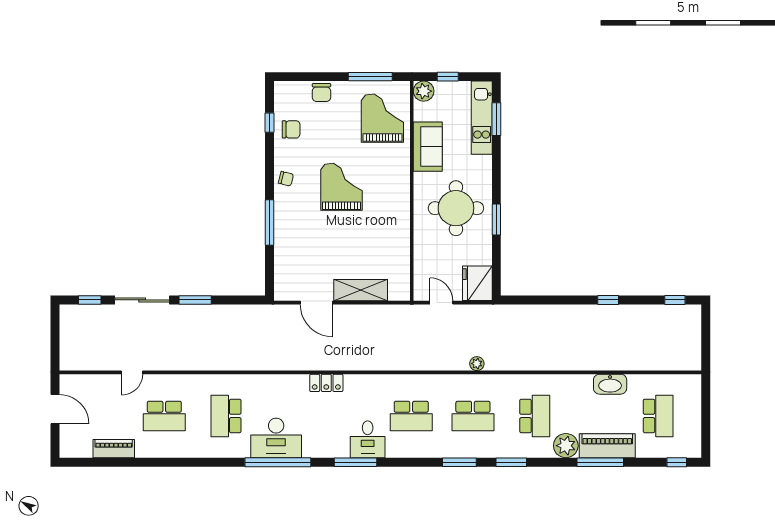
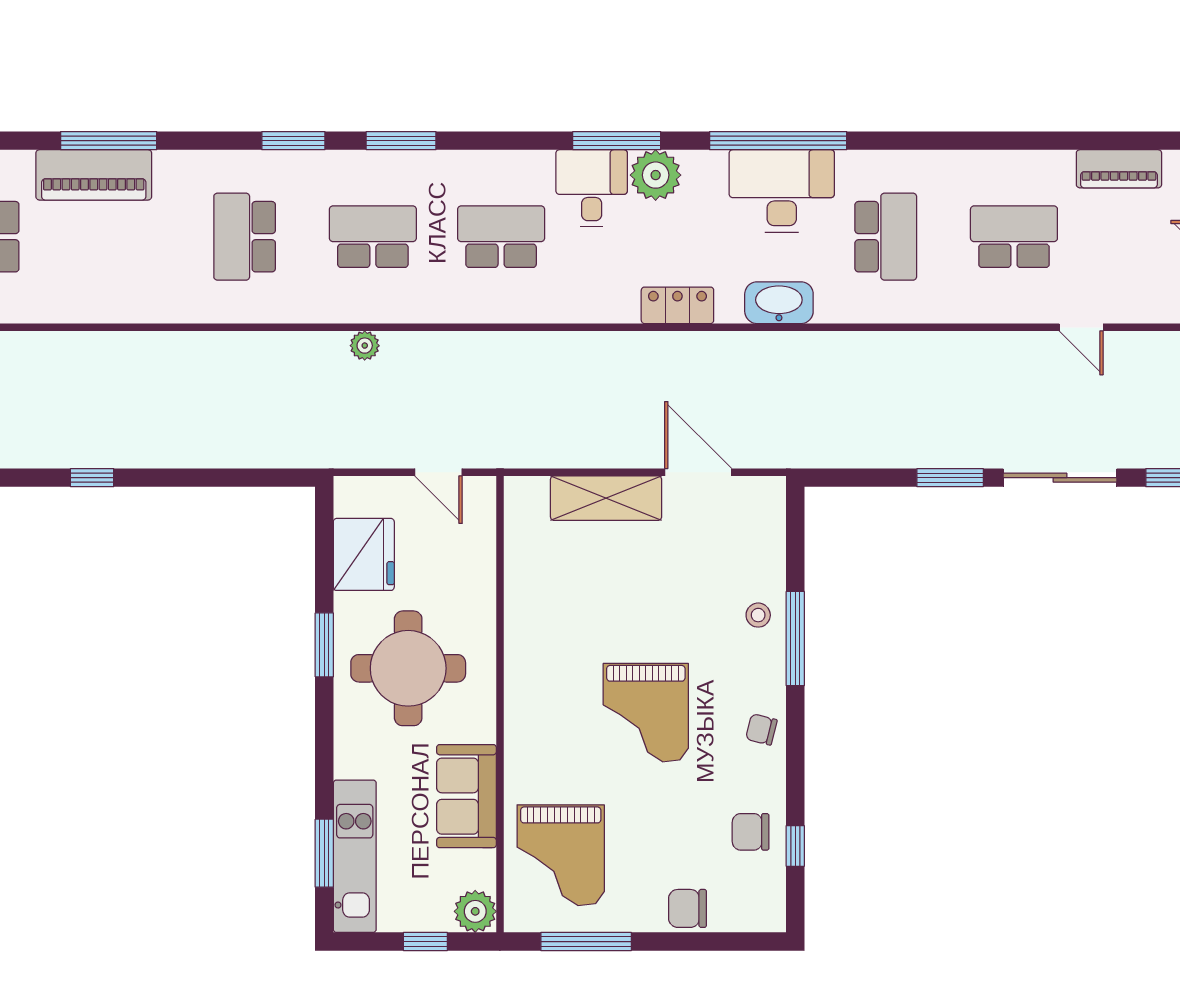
chair: (321, 93) -> (688, 908), turned -90
stool: (287, 234) -> (758, 615), added
fridge: (477, 283) -> (364, 554), moved
door: (132, 372) -> (1081, 327), swing flipped
washbasin: (610, 384) -> (779, 303), moved
plant: (566, 446) -> (656, 175), moved

